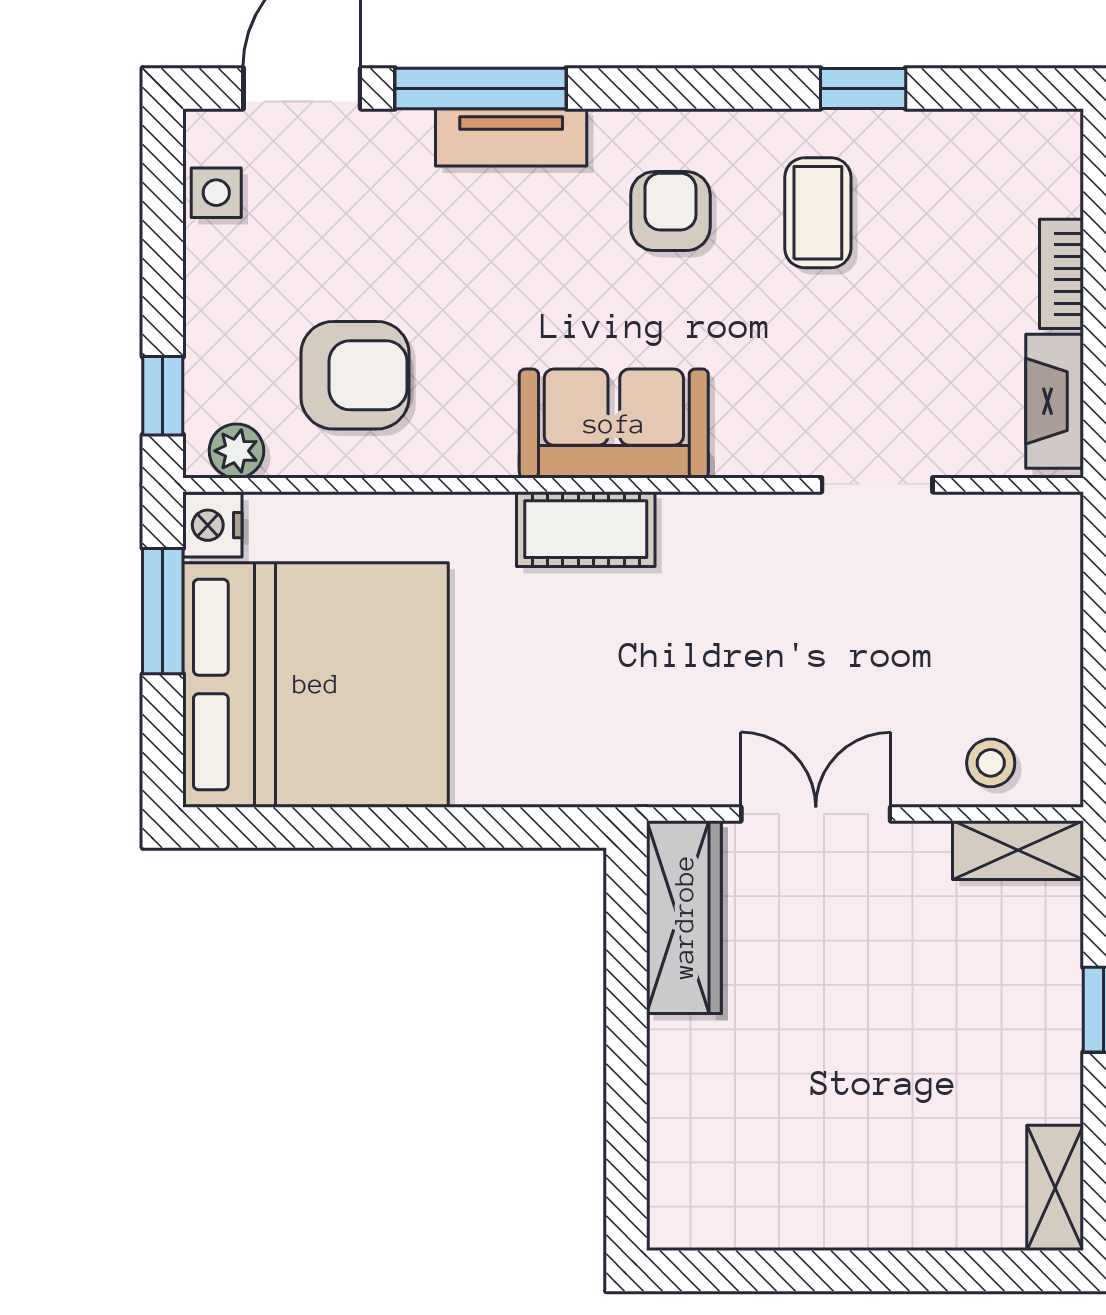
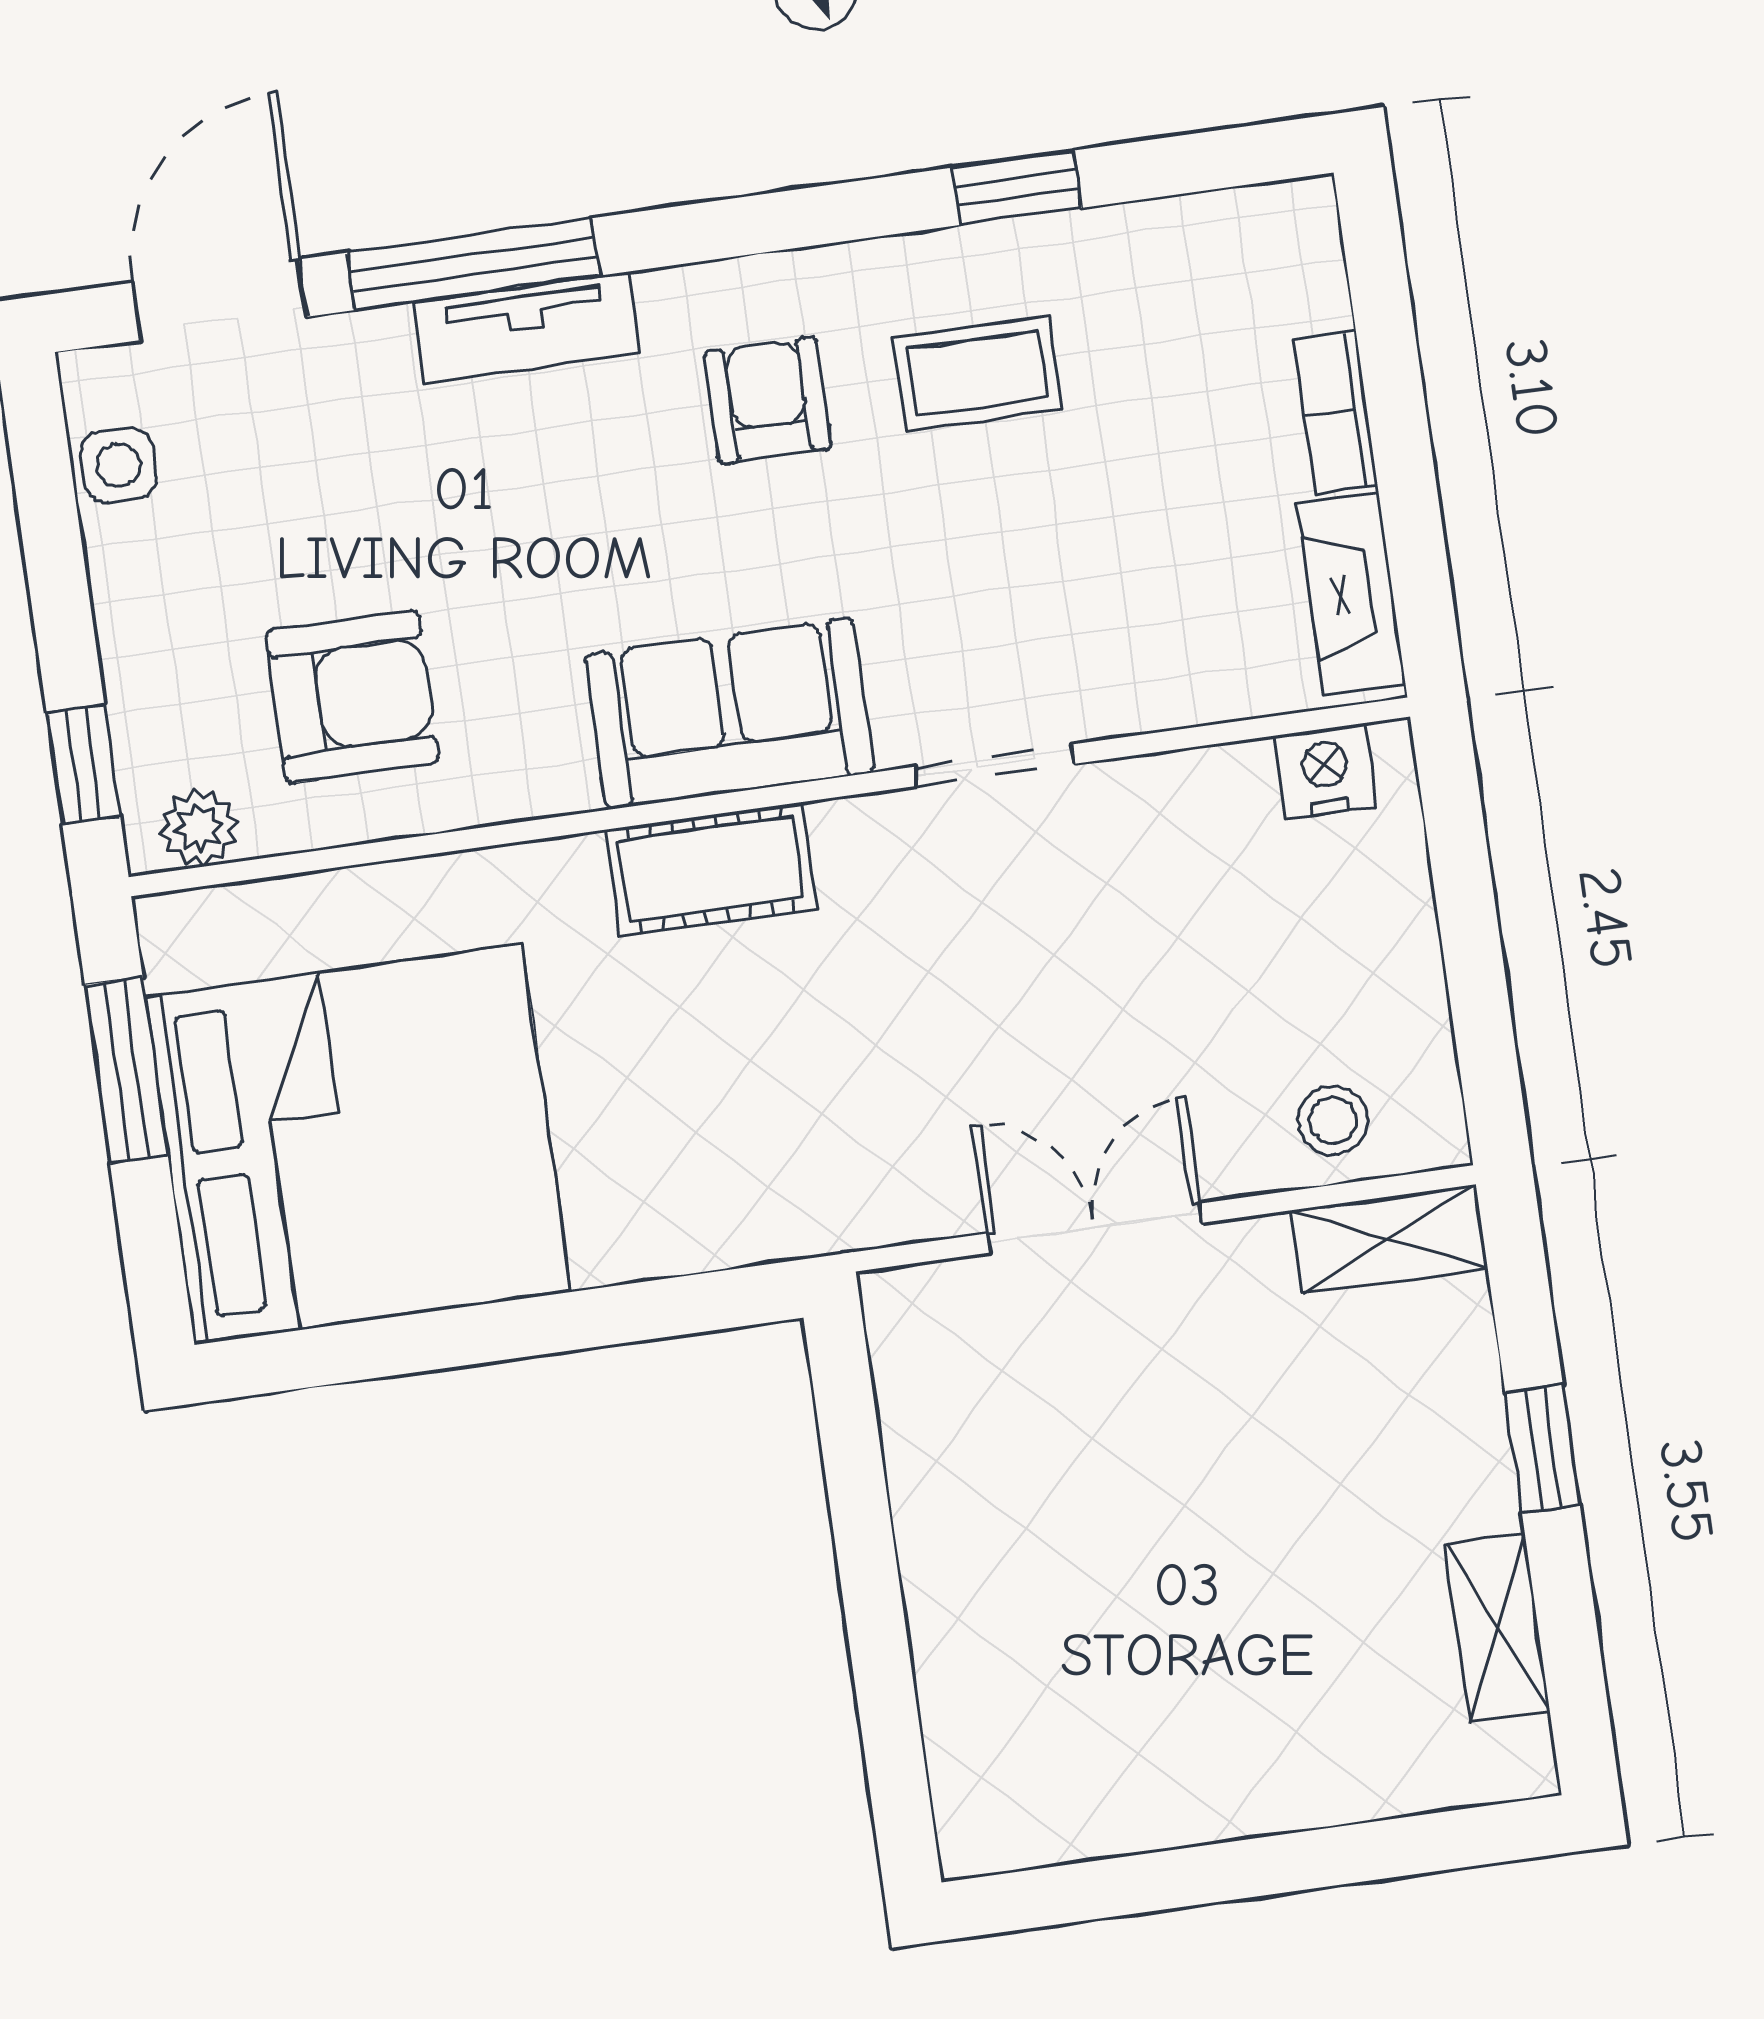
coffee table: (818, 213) -> (977, 373), turned 90
doorway: (877, 485) -> (995, 765), moved
nightstand: (212, 525) -> (1325, 771), moved, turned 90
wardrobe: (684, 917) -> (928, 1401), removed
shelving: (1055, 1188) -> (1497, 1628), moved

